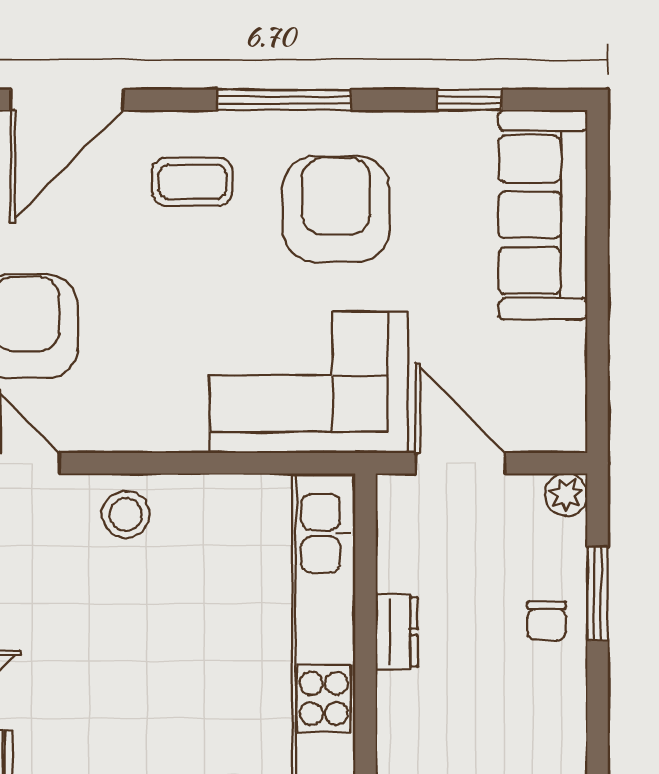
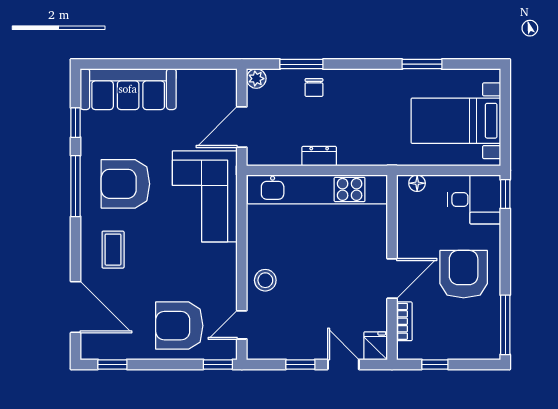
window: (284, 100) -> (76, 186), moved
chair: (547, 621) -> (314, 87), turned 90

